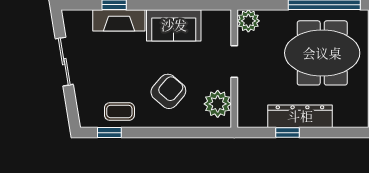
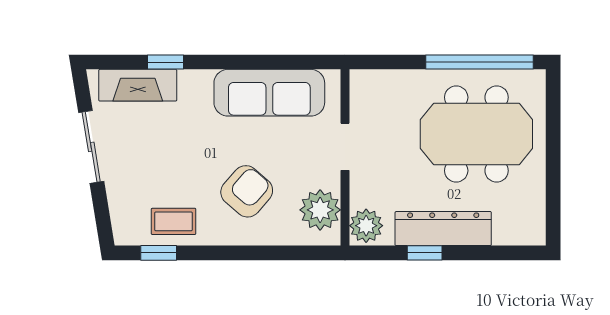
fireplace: (119, 20) -> (138, 85), moved
plant: (248, 21) -> (366, 226), moved
sofa: (174, 25) -> (269, 93), width x1.36

